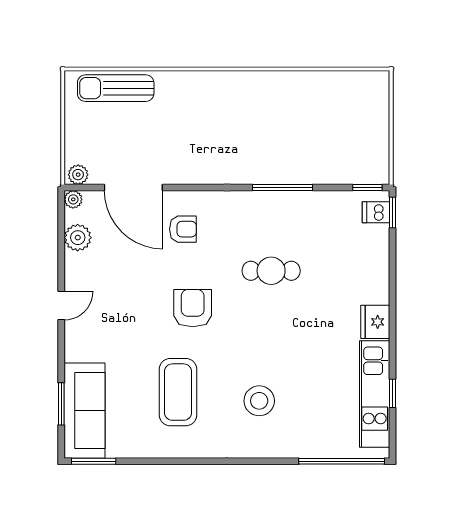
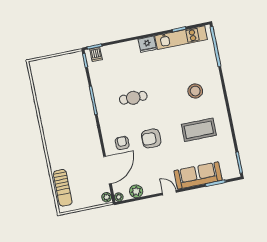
cafe table: (271, 271) -> (133, 98), turned 90
armchair: (193, 308) -> (151, 138), moved
sofa: (84, 411) -> (198, 175), moved

